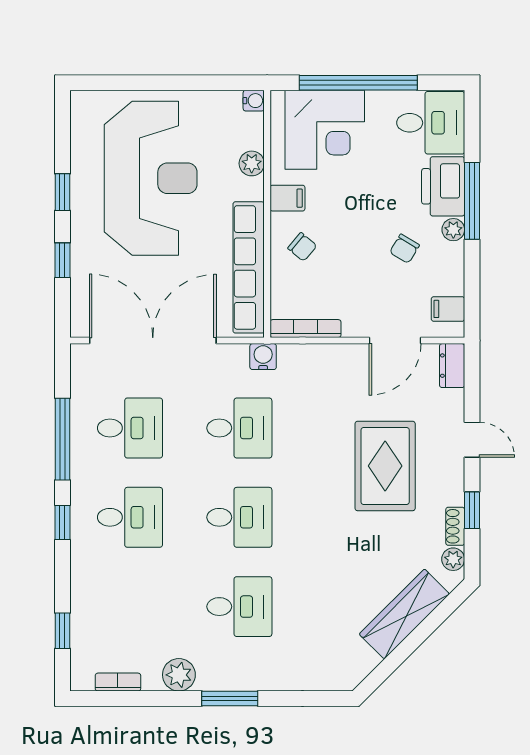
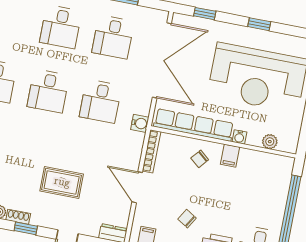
water cooler: (254, 101) -> (239, 137), moved
corner desk: (325, 130) -> (266, 185), removed
plant: (252, 163) -> (270, 142), moved
window: (62, 260) -> (205, 14), moved
door: (395, 341) -> (137, 187), moved
rug: (385, 466) -> (62, 182), width x0.73, depth x0.70

